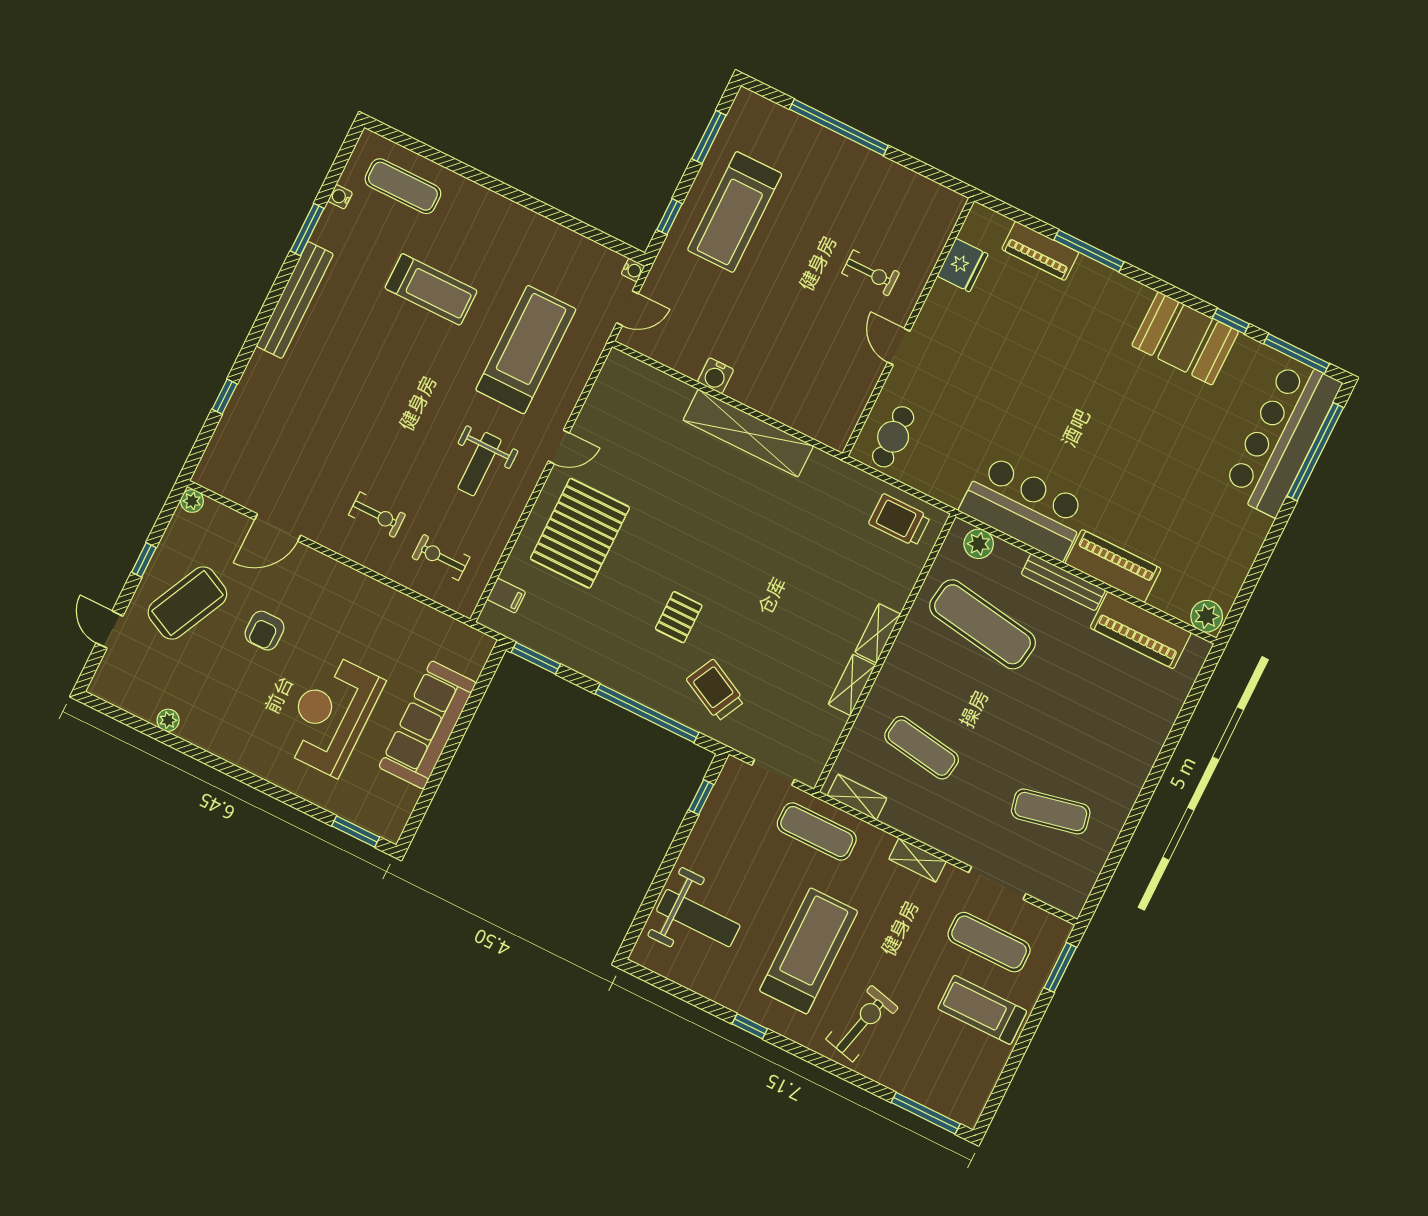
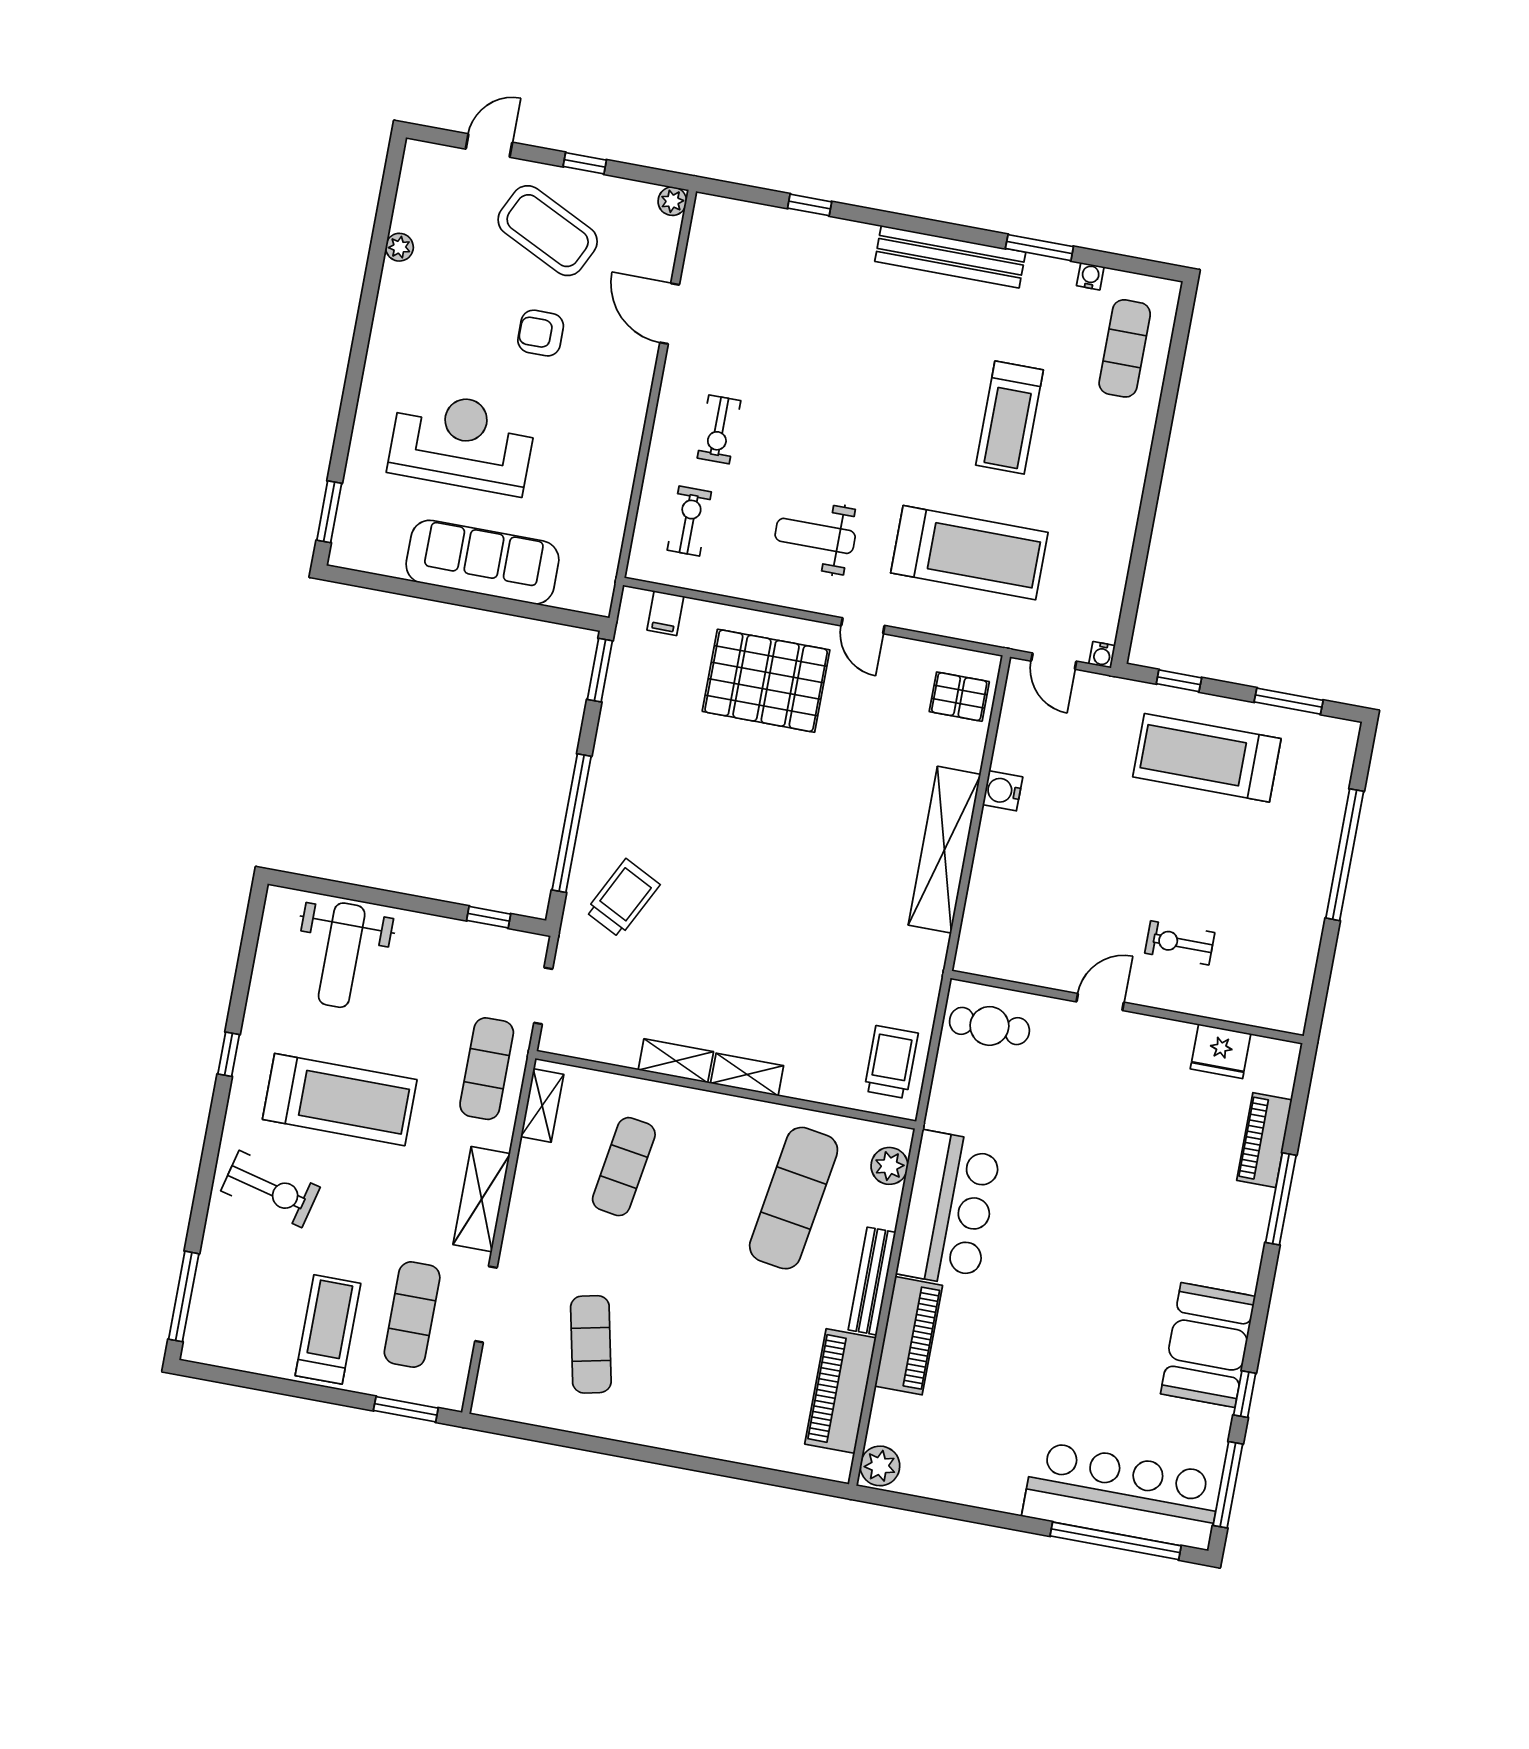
exercise bike: (871, 273) -> (1180, 943), turned 90
pallet: (679, 617) -> (959, 697), moved
shelving: (917, 860) -> (482, 1199), width x1.50, depth x1.33

